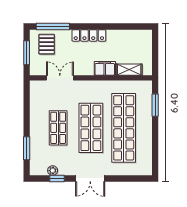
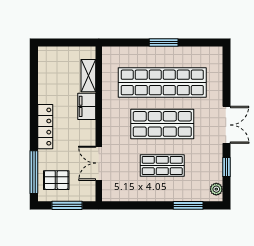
window: (155, 105) -> (164, 43), moved
plant: (53, 171) -> (216, 189), moved

